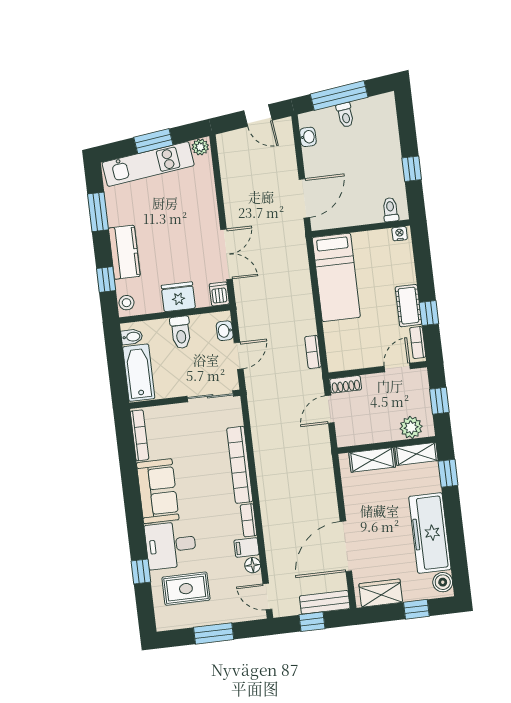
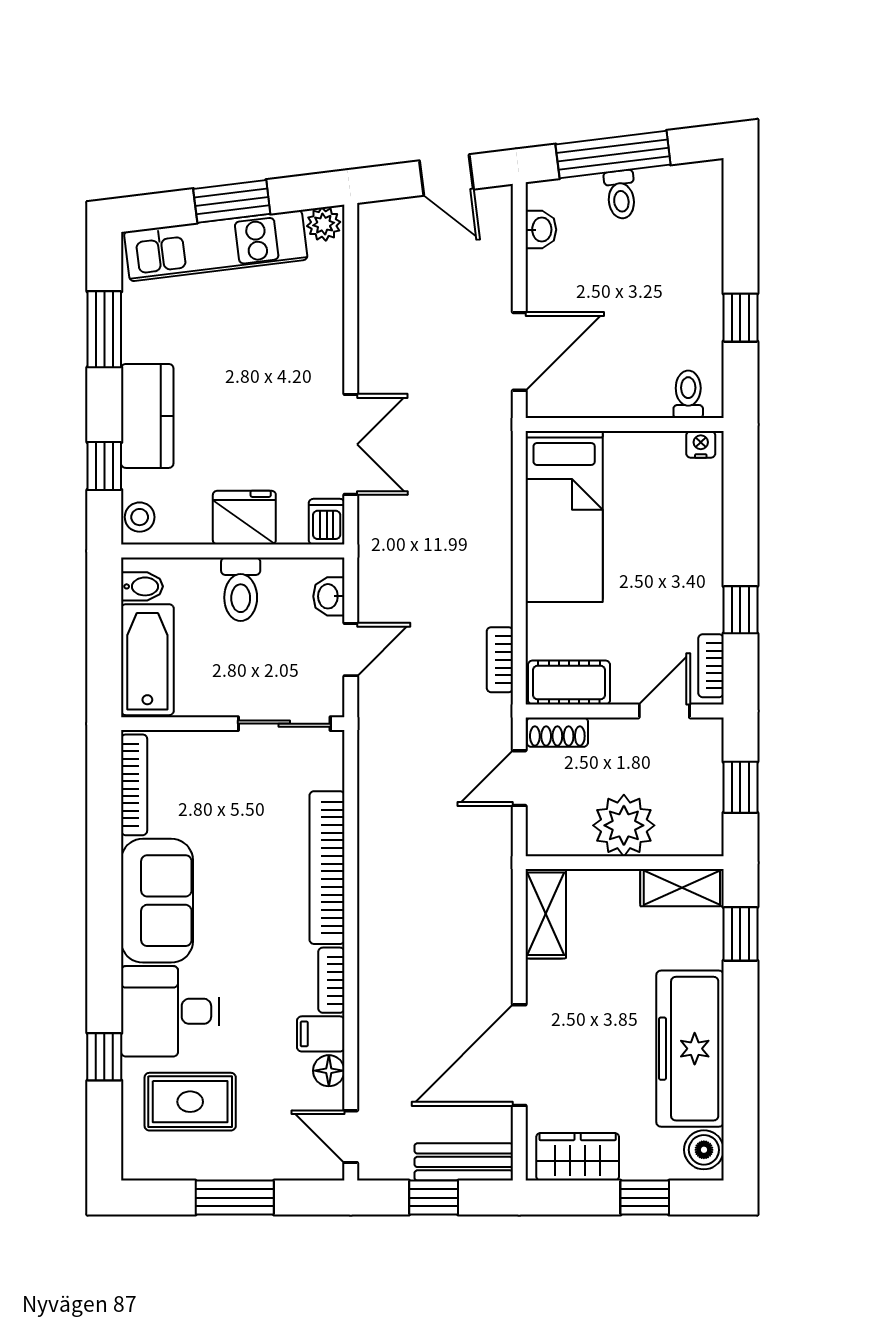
cot: (408, 306) -> (569, 683), moved, turned 90
plant: (411, 427) -> (624, 825), moved, width x1.36, depth x1.36
shelving: (372, 460) -> (546, 914), moved, turned 90

